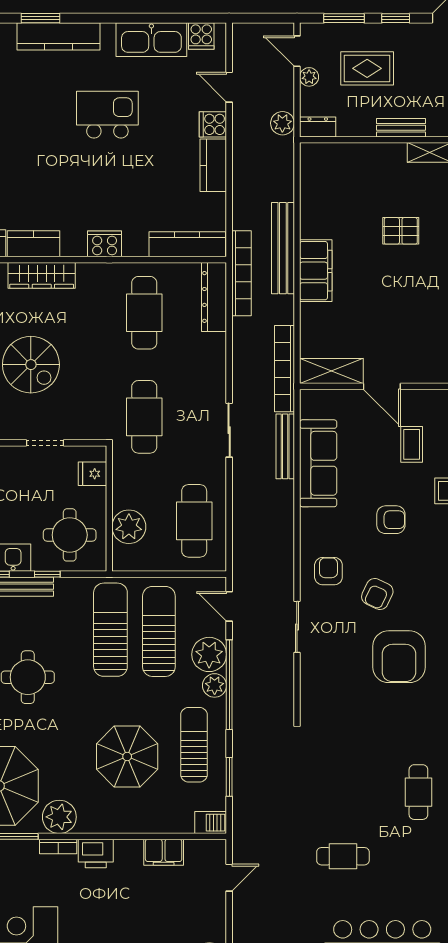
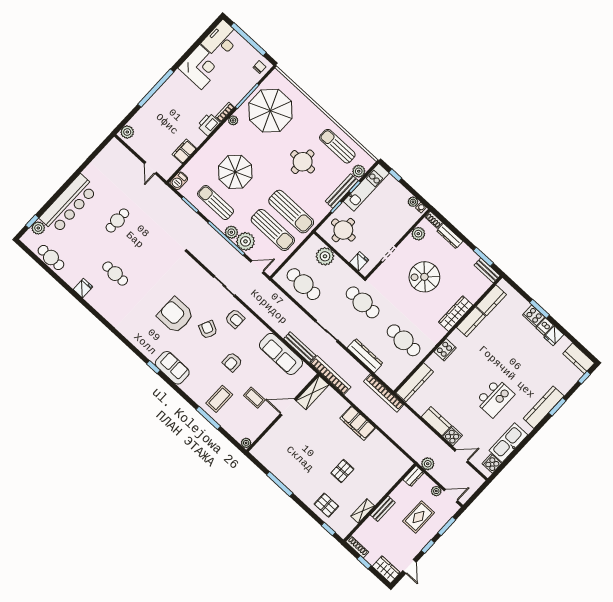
bench: (283, 248) -> (378, 418), removed
dresser: (214, 297) -> (365, 356), moved
sun lounger: (194, 745) -> (215, 203), turned 180
plant: (59, 817) -> (233, 120), width x0.53, depth x0.53

